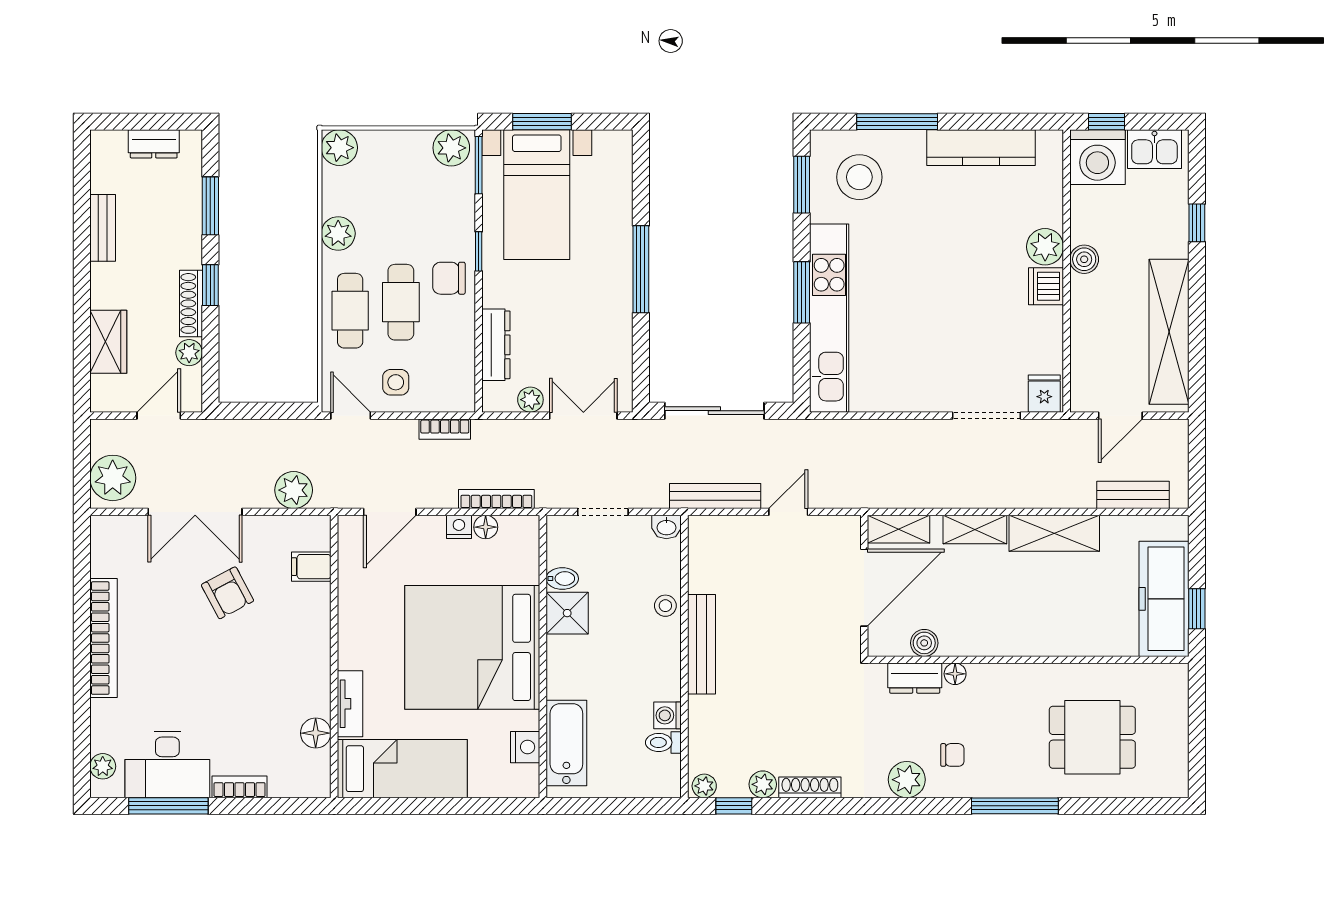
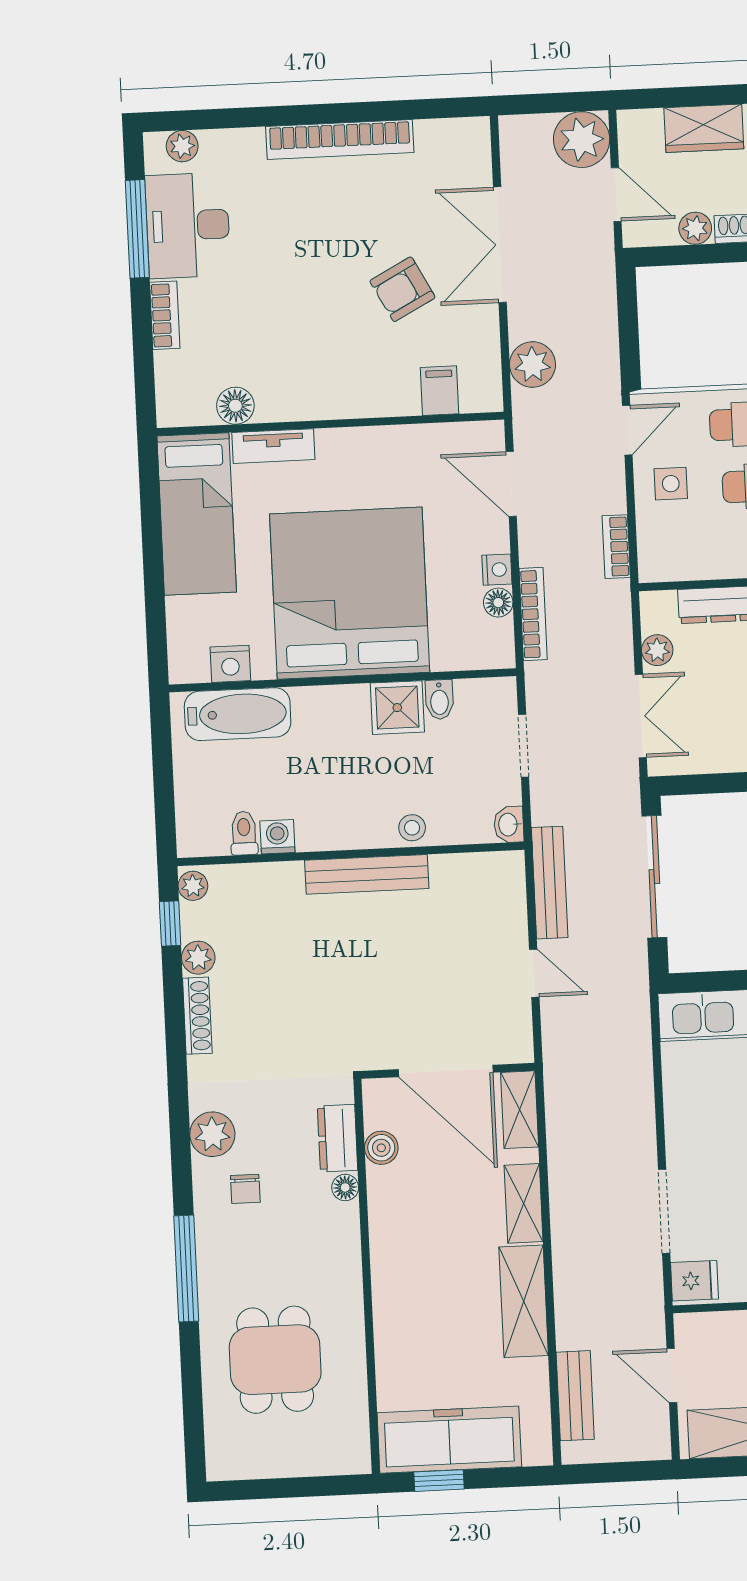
plant: (113, 478) -> (582, 140), moved

